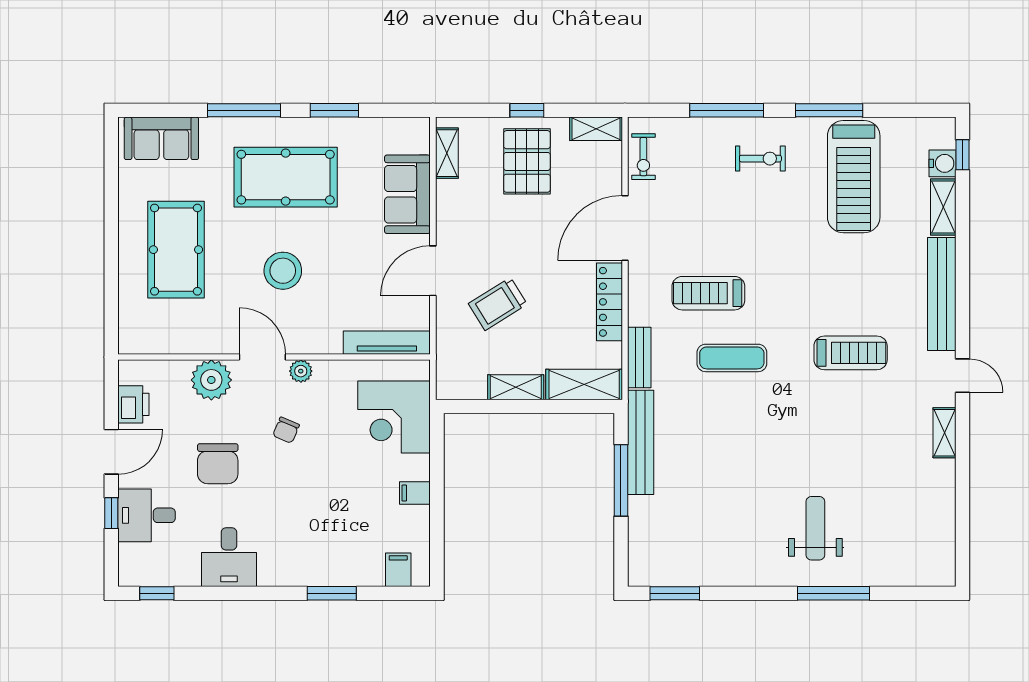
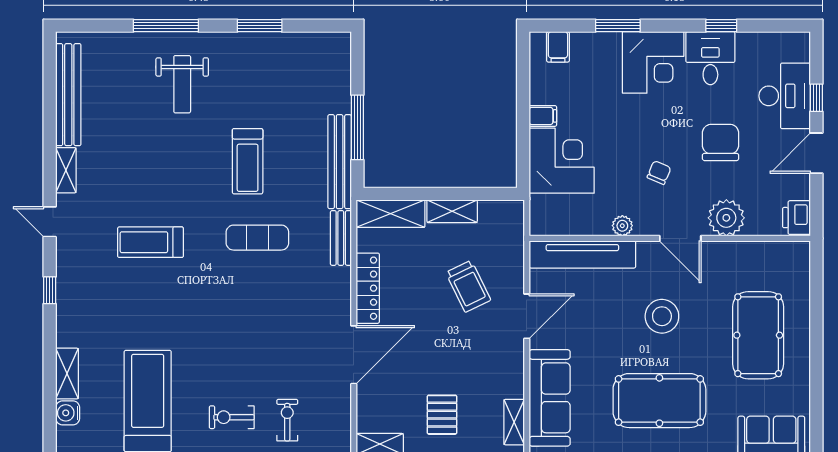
window: (963, 155) -> (50, 290), moved
exercise bike: (643, 157) -> (287, 420), moved
pallet: (527, 161) -> (442, 415), width x0.67, depth x0.71
sofa: (407, 194) -> (550, 398), width x1.36
treadmill: (708, 293) -> (248, 161), moved, turned 90
bench: (942, 294) -> (68, 95), moved
trolley: (498, 304) -> (468, 286), turned 96
tv unit: (387, 343) -> (582, 254), width x1.36, depth x1.29
plant: (301, 371) -> (622, 226), moved
printer: (133, 404) -> (796, 218), moved
corner desk: (394, 417) -> (562, 161), moved
desk: (147, 515) -> (785, 96), width x1.37
corner desk: (293, 552) -> (653, 62), added
window: (157, 593) -> (721, 26), moved
window: (675, 593) -> (260, 26), moved

